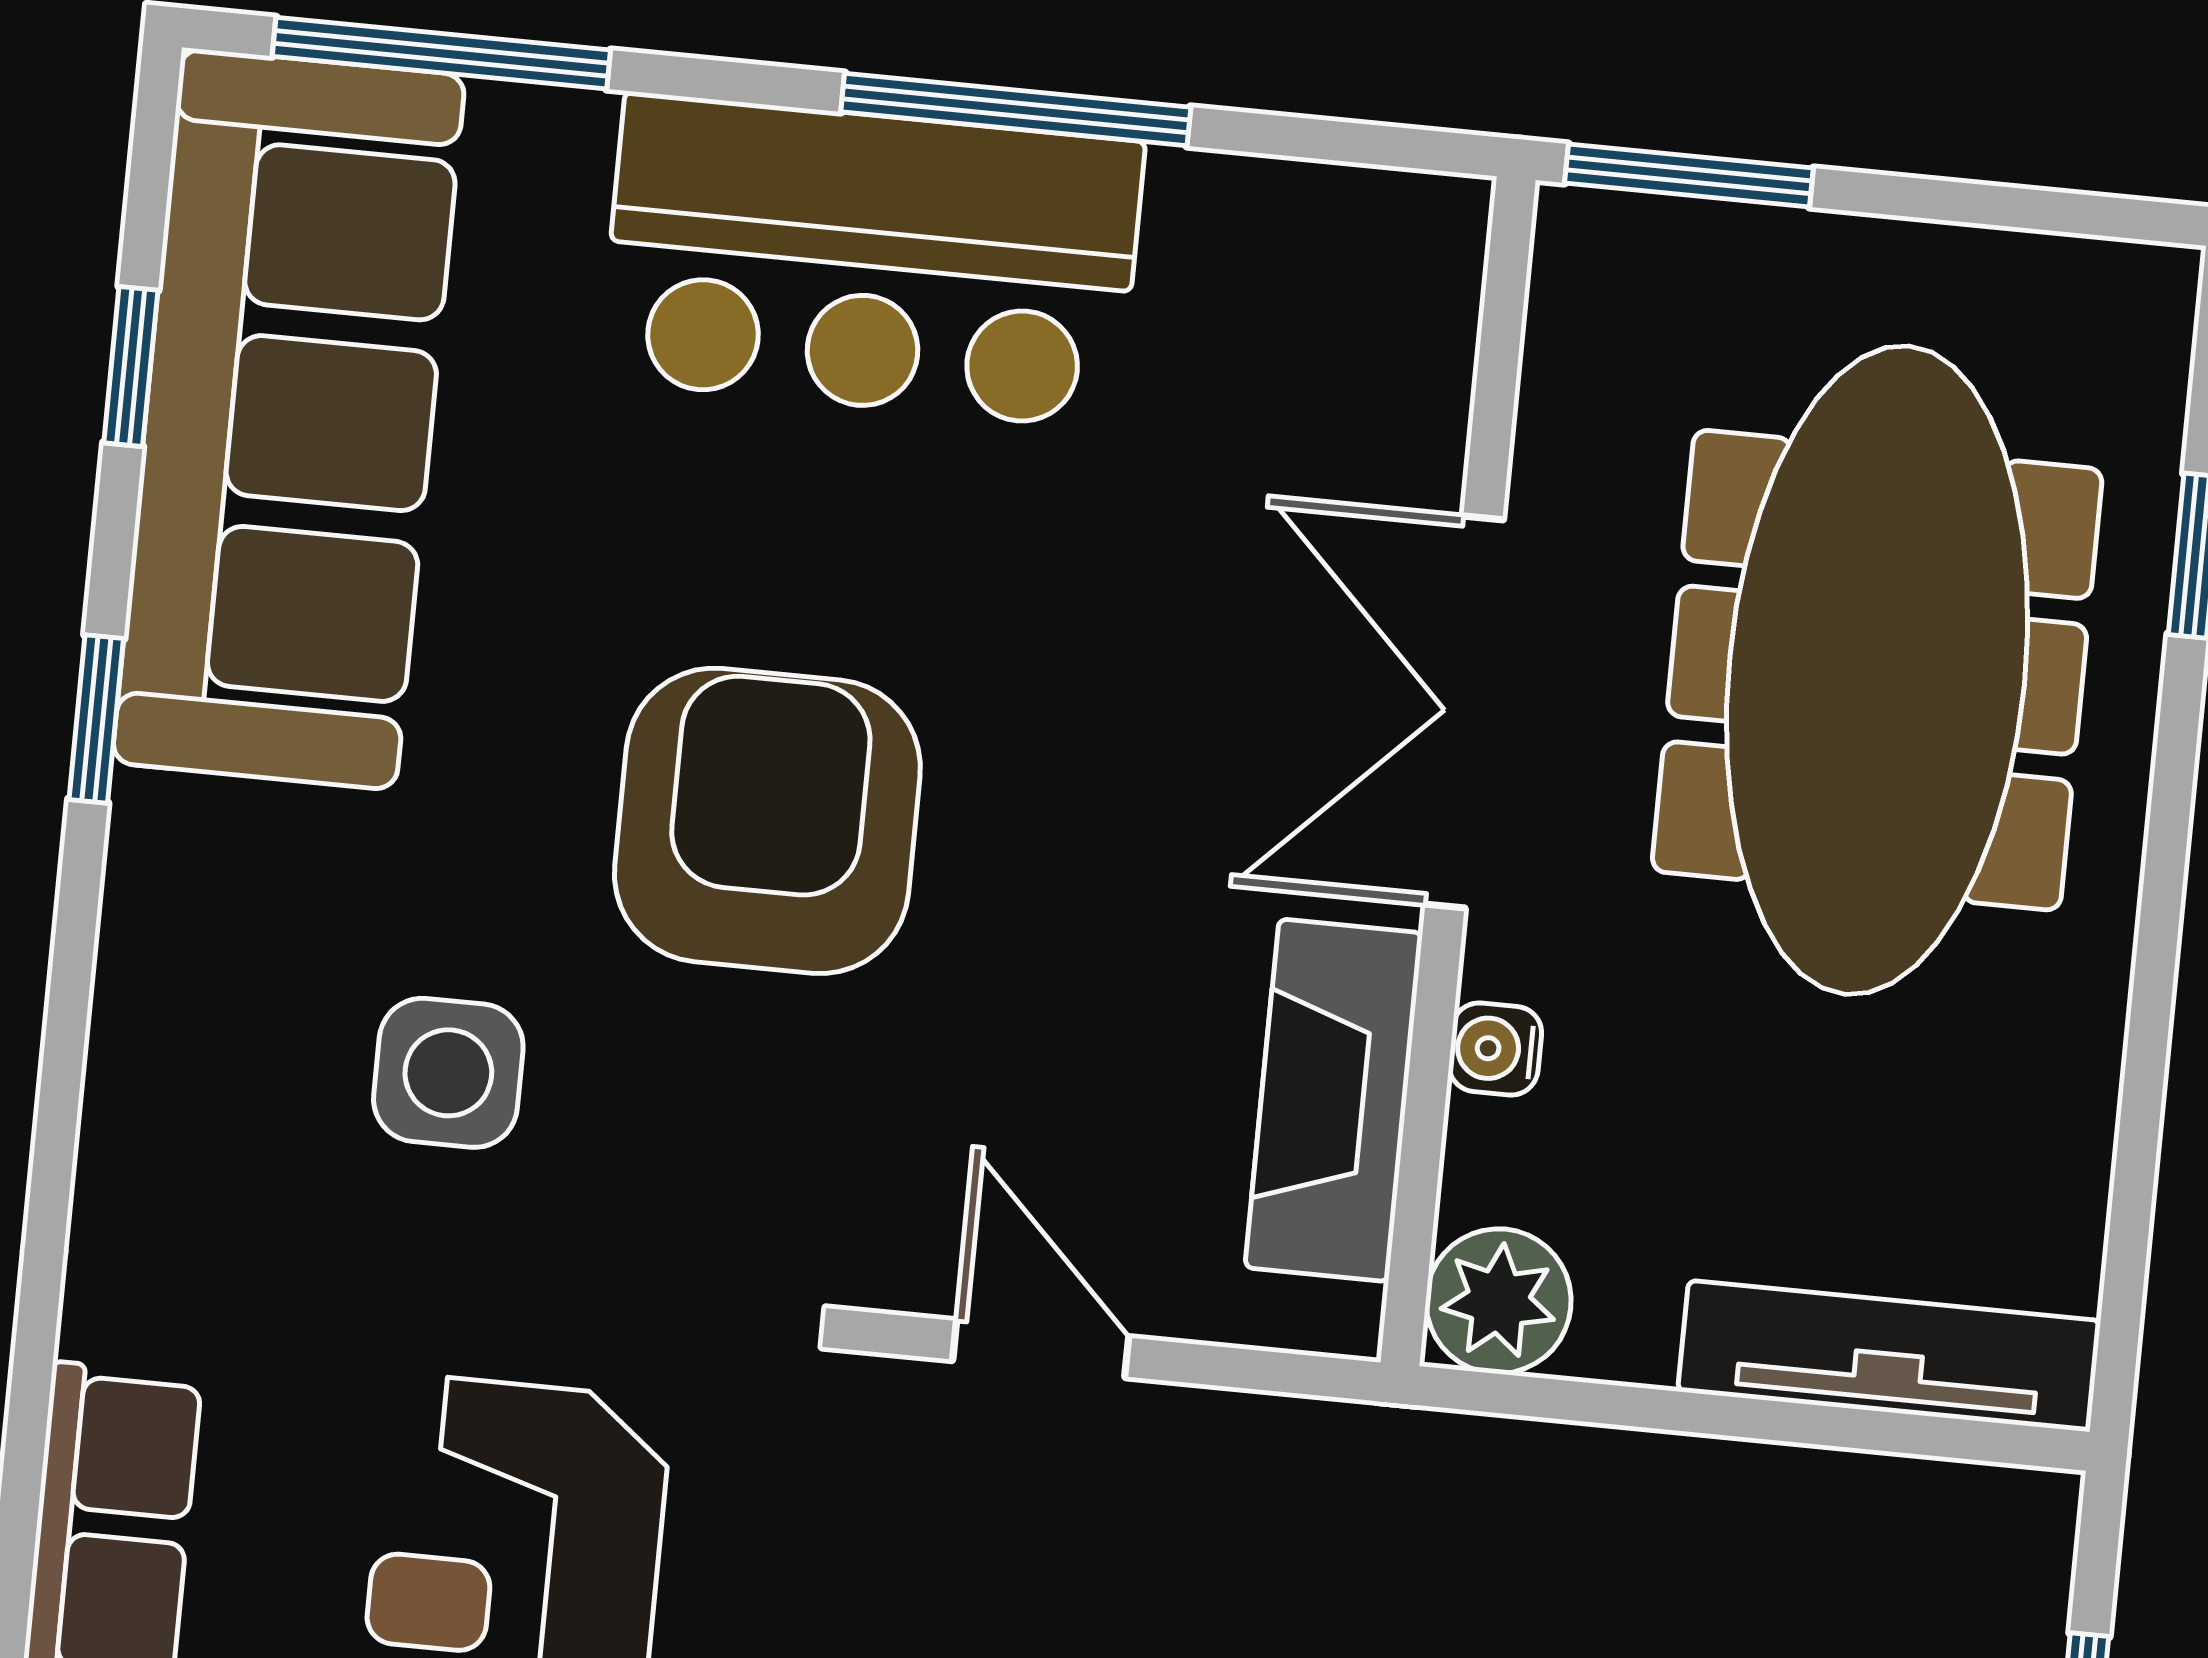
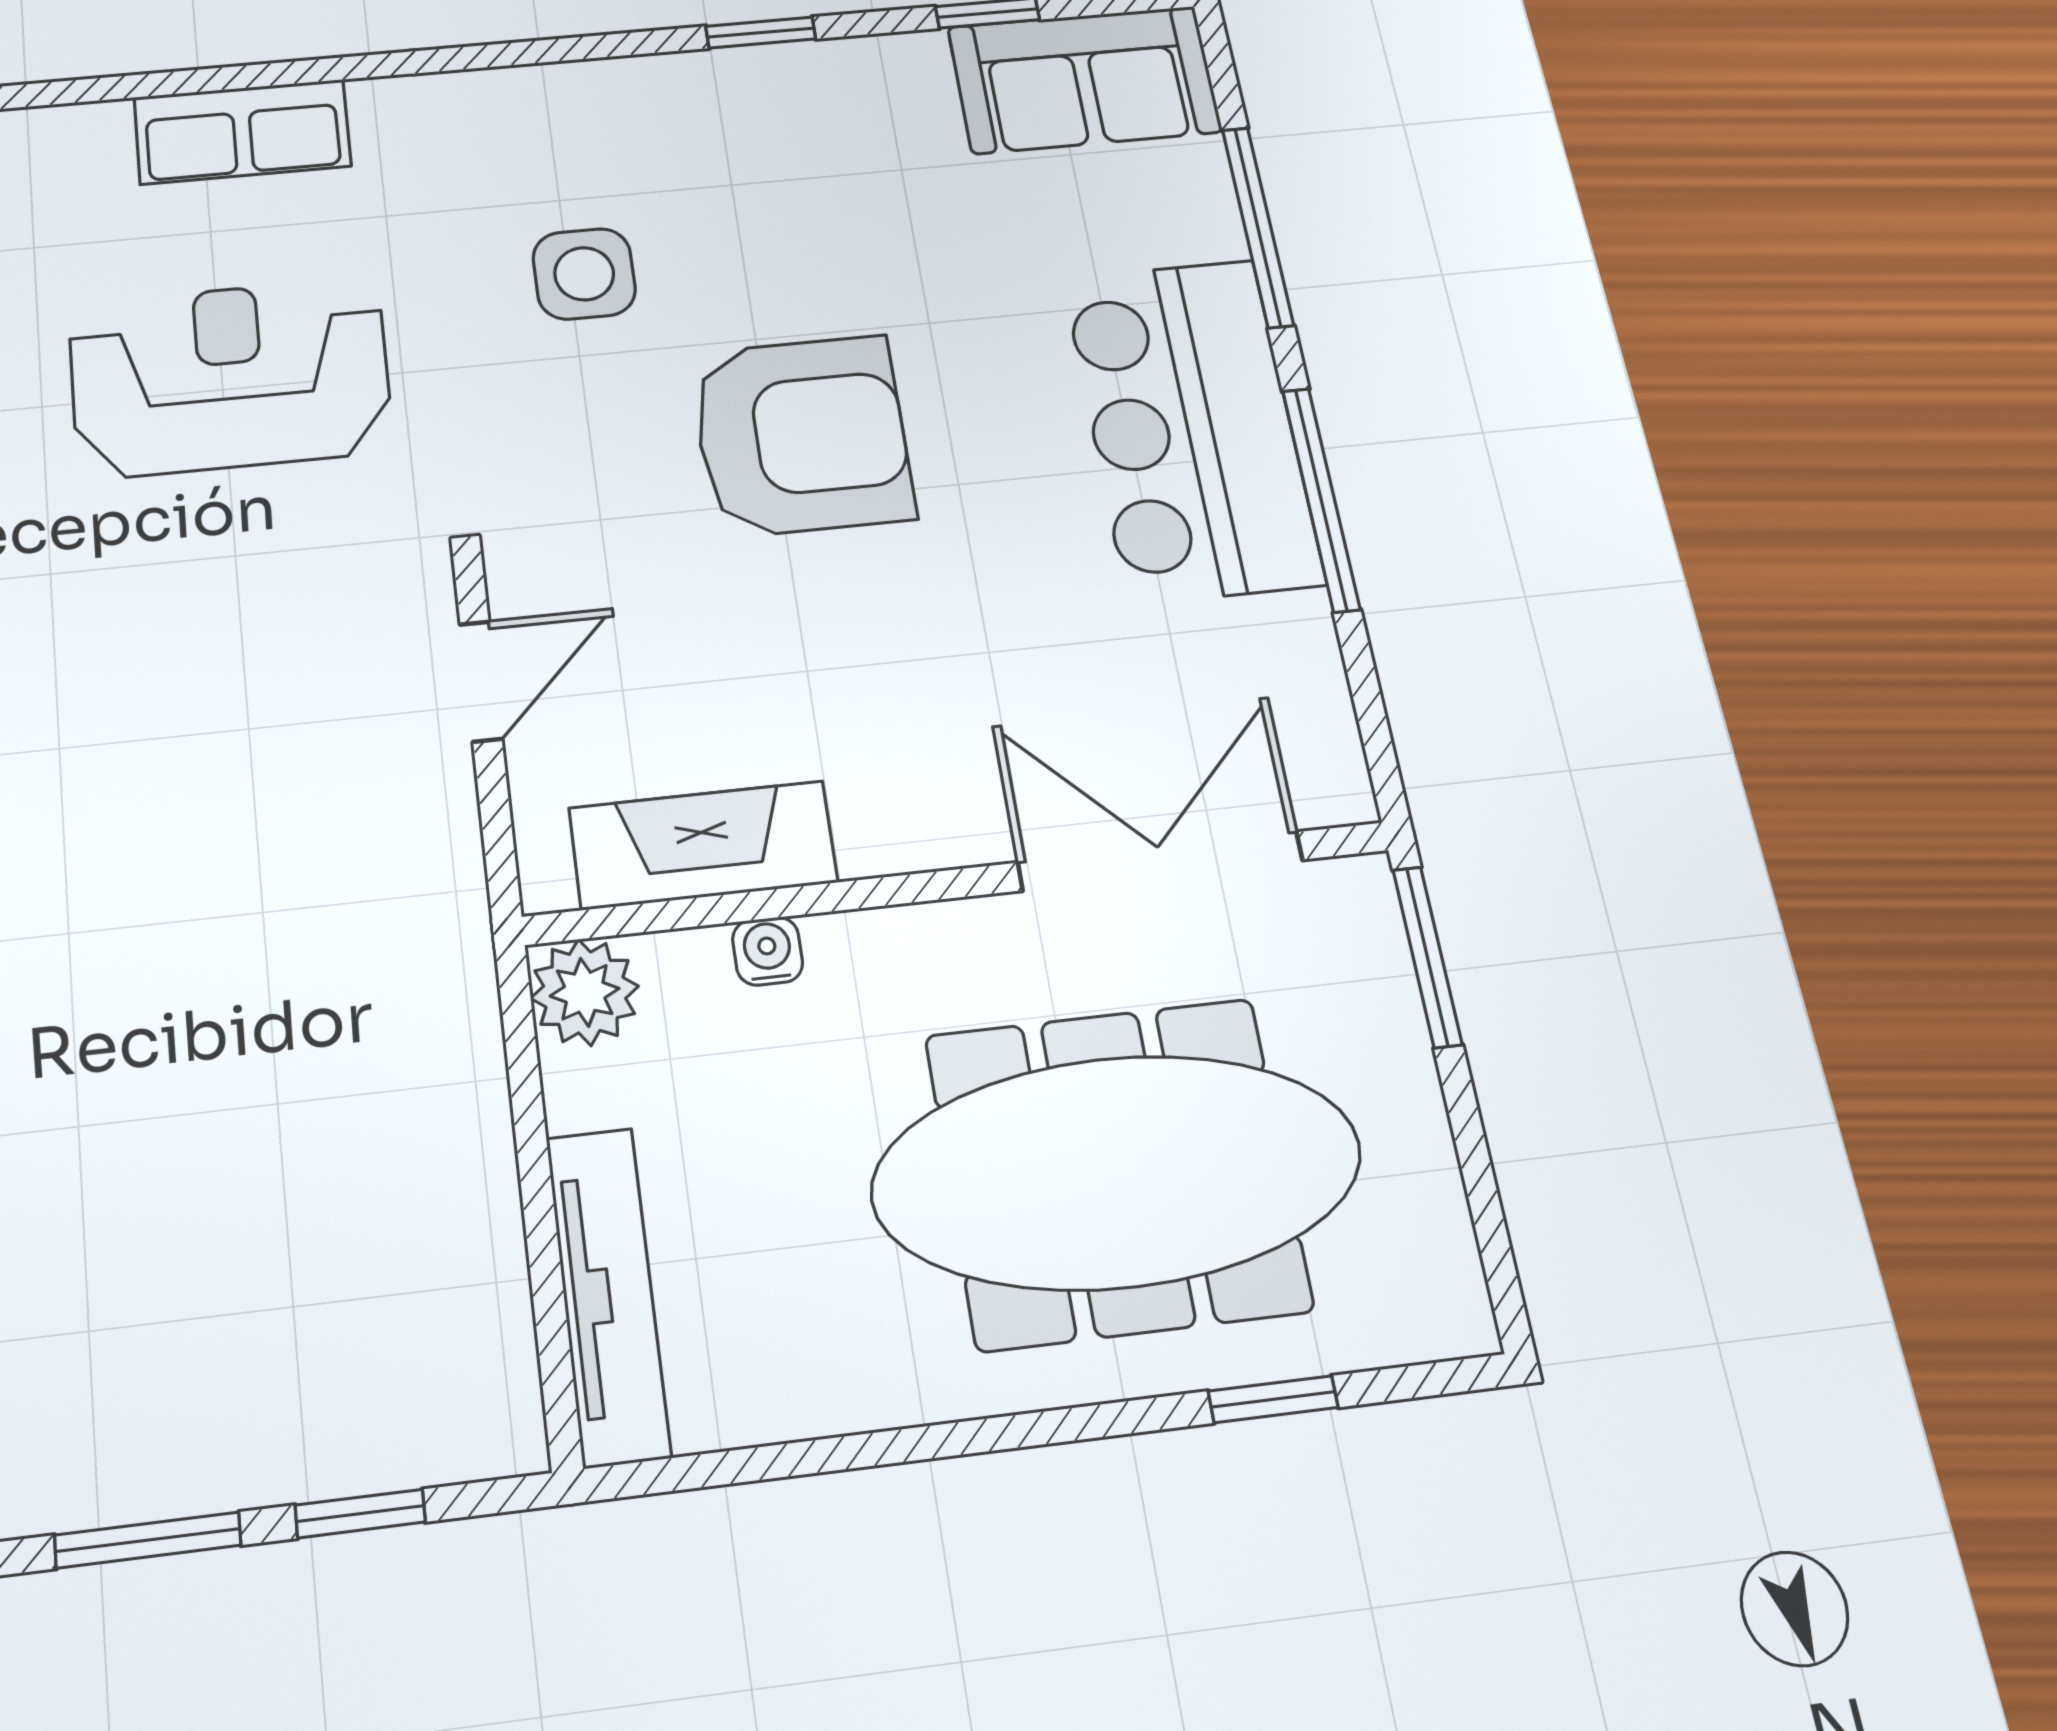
window: (441, 53) -> (1258, 227), moved
sofa: (289, 419) -> (1084, 79), width x0.54, depth x0.79
double door: (1464, 712) -> (1160, 861), moved

